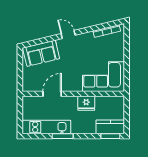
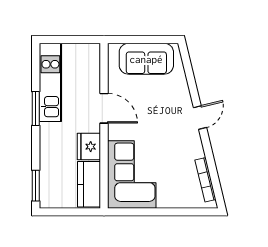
sofa: (41, 53) -> (146, 59), moved, turned -76
door: (52, 94) -> (104, 108), moved
kitchen counter: (110, 127) -> (89, 184), moved, turned 180

